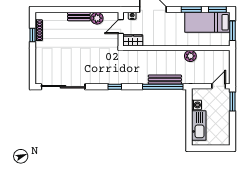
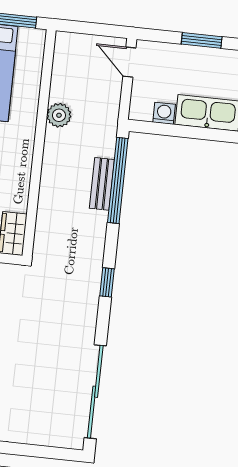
bench: (165, 80) -> (102, 184), width x0.73
window: (232, 102) -> (202, 40), moved

